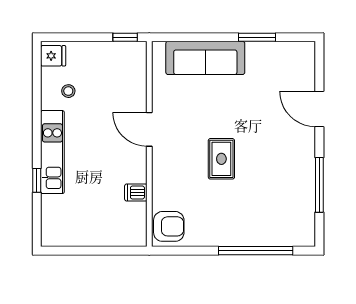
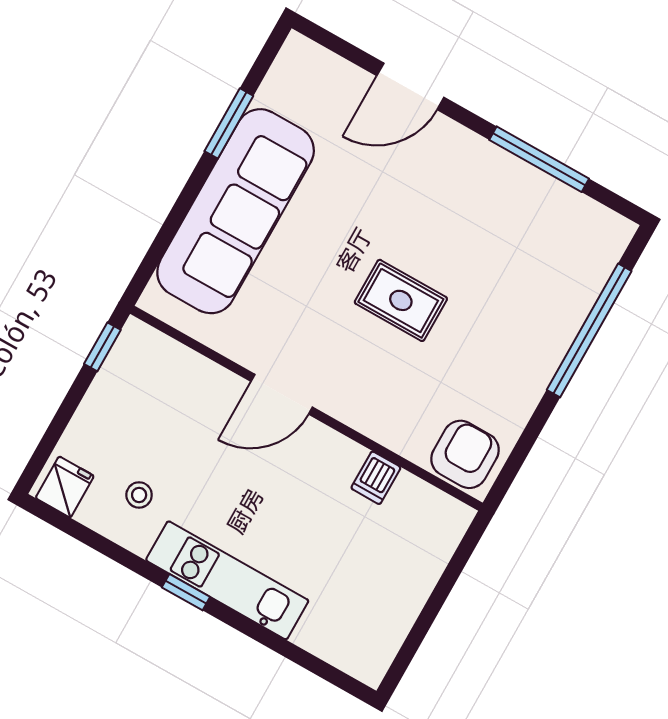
sofa: (205, 58) -> (236, 211), width x1.36, depth x1.27
window: (37, 180) -> (186, 592), moved

